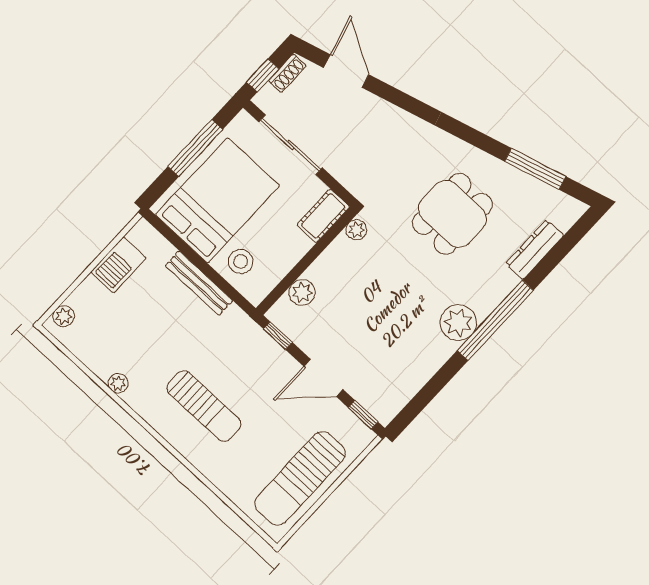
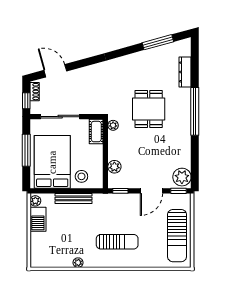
dining table: (452, 214) -> (149, 109), moved
plant: (64, 316) -> (35, 201), moved
plant: (458, 323) -> (182, 177), moved

